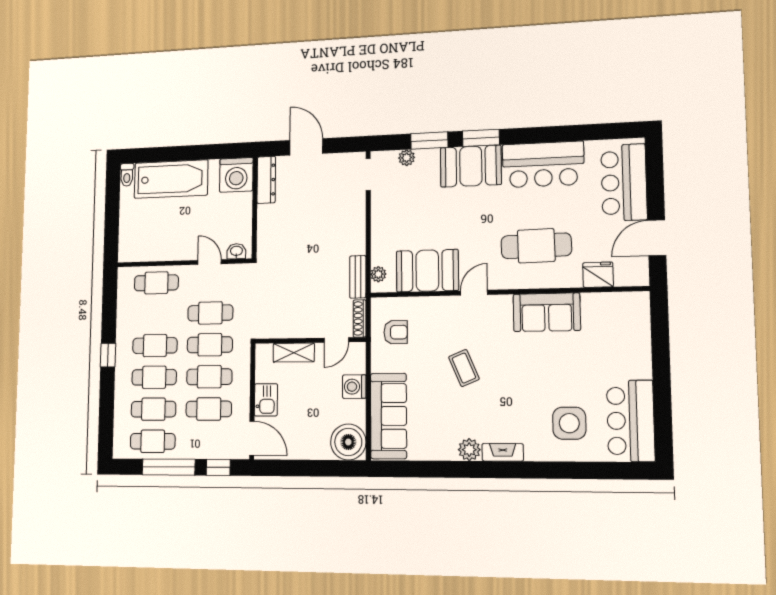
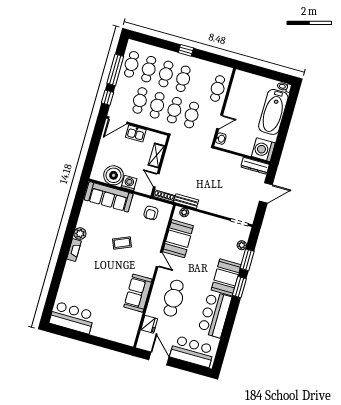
side table: (569, 423) -> (79, 287), removed
boiler: (348, 442) -> (114, 175), moved

